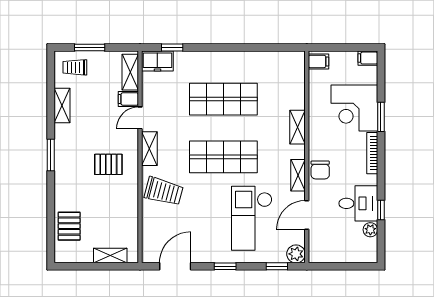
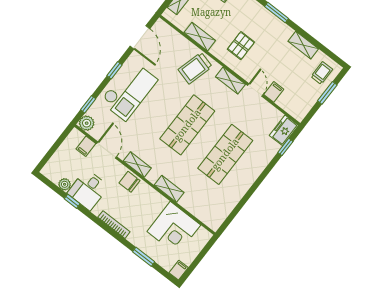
filing cabinet: (319, 61) -> (86, 146), moved
shelving: (130, 72) -> (200, 37), moved
corner desk: (354, 108) -> (174, 228), moved, turned 180
window: (381, 117) -> (144, 257), moved
checkout: (252, 218) -> (129, 91), moved, turned 90

